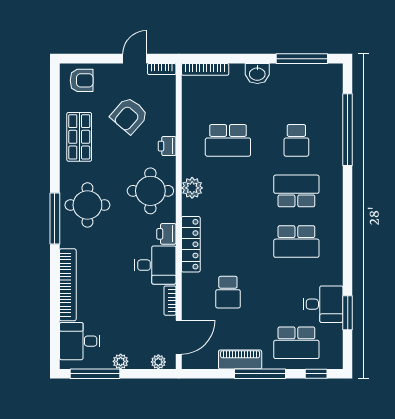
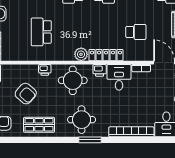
school desk: (228, 140) -> (41, 32), turned 180
plant: (192, 188) -> (81, 54), moved
window: (55, 219) -> (90, 140), width x0.69

